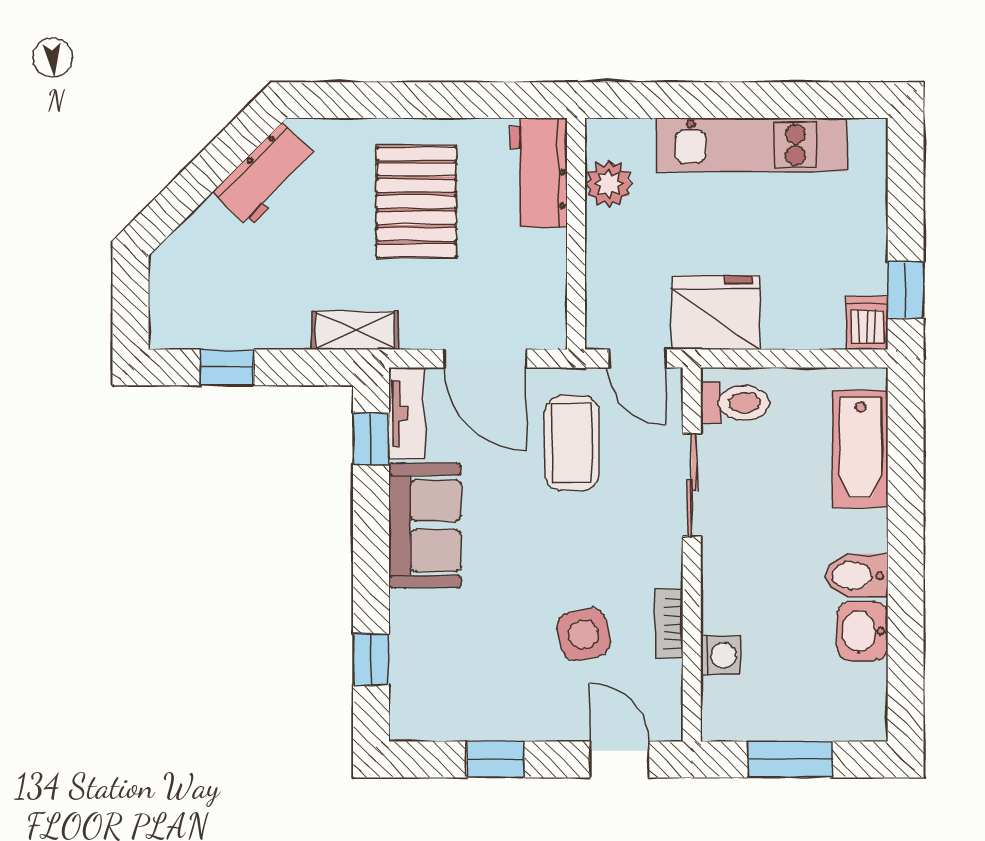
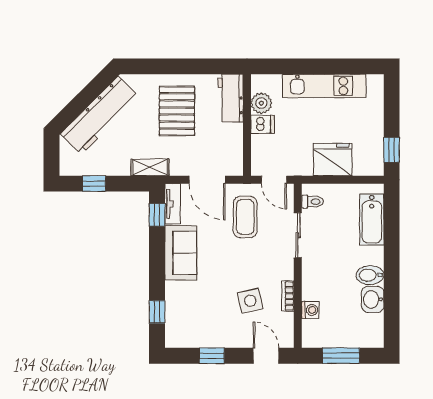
workbench: (265, 175) -> (100, 115), width x1.88, depth x1.32
fridge: (716, 312) -> (333, 160), moved
dishwasher: (867, 323) -> (263, 124), moved, turned 90
toilet: (735, 403) -> (313, 202), width x0.73, depth x0.72

